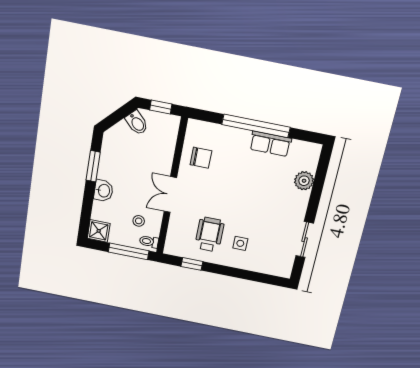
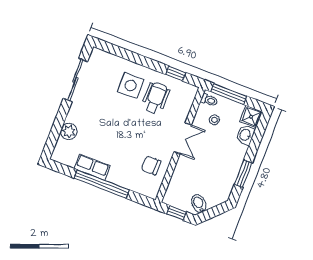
washbasin: (103, 191) -> (245, 135), moved
wheelchair: (209, 234) -> (156, 98), turned 180
sliding door: (305, 240) -> (75, 80), width x1.37
side table: (240, 243) -> (131, 85), width x1.87, depth x1.87

